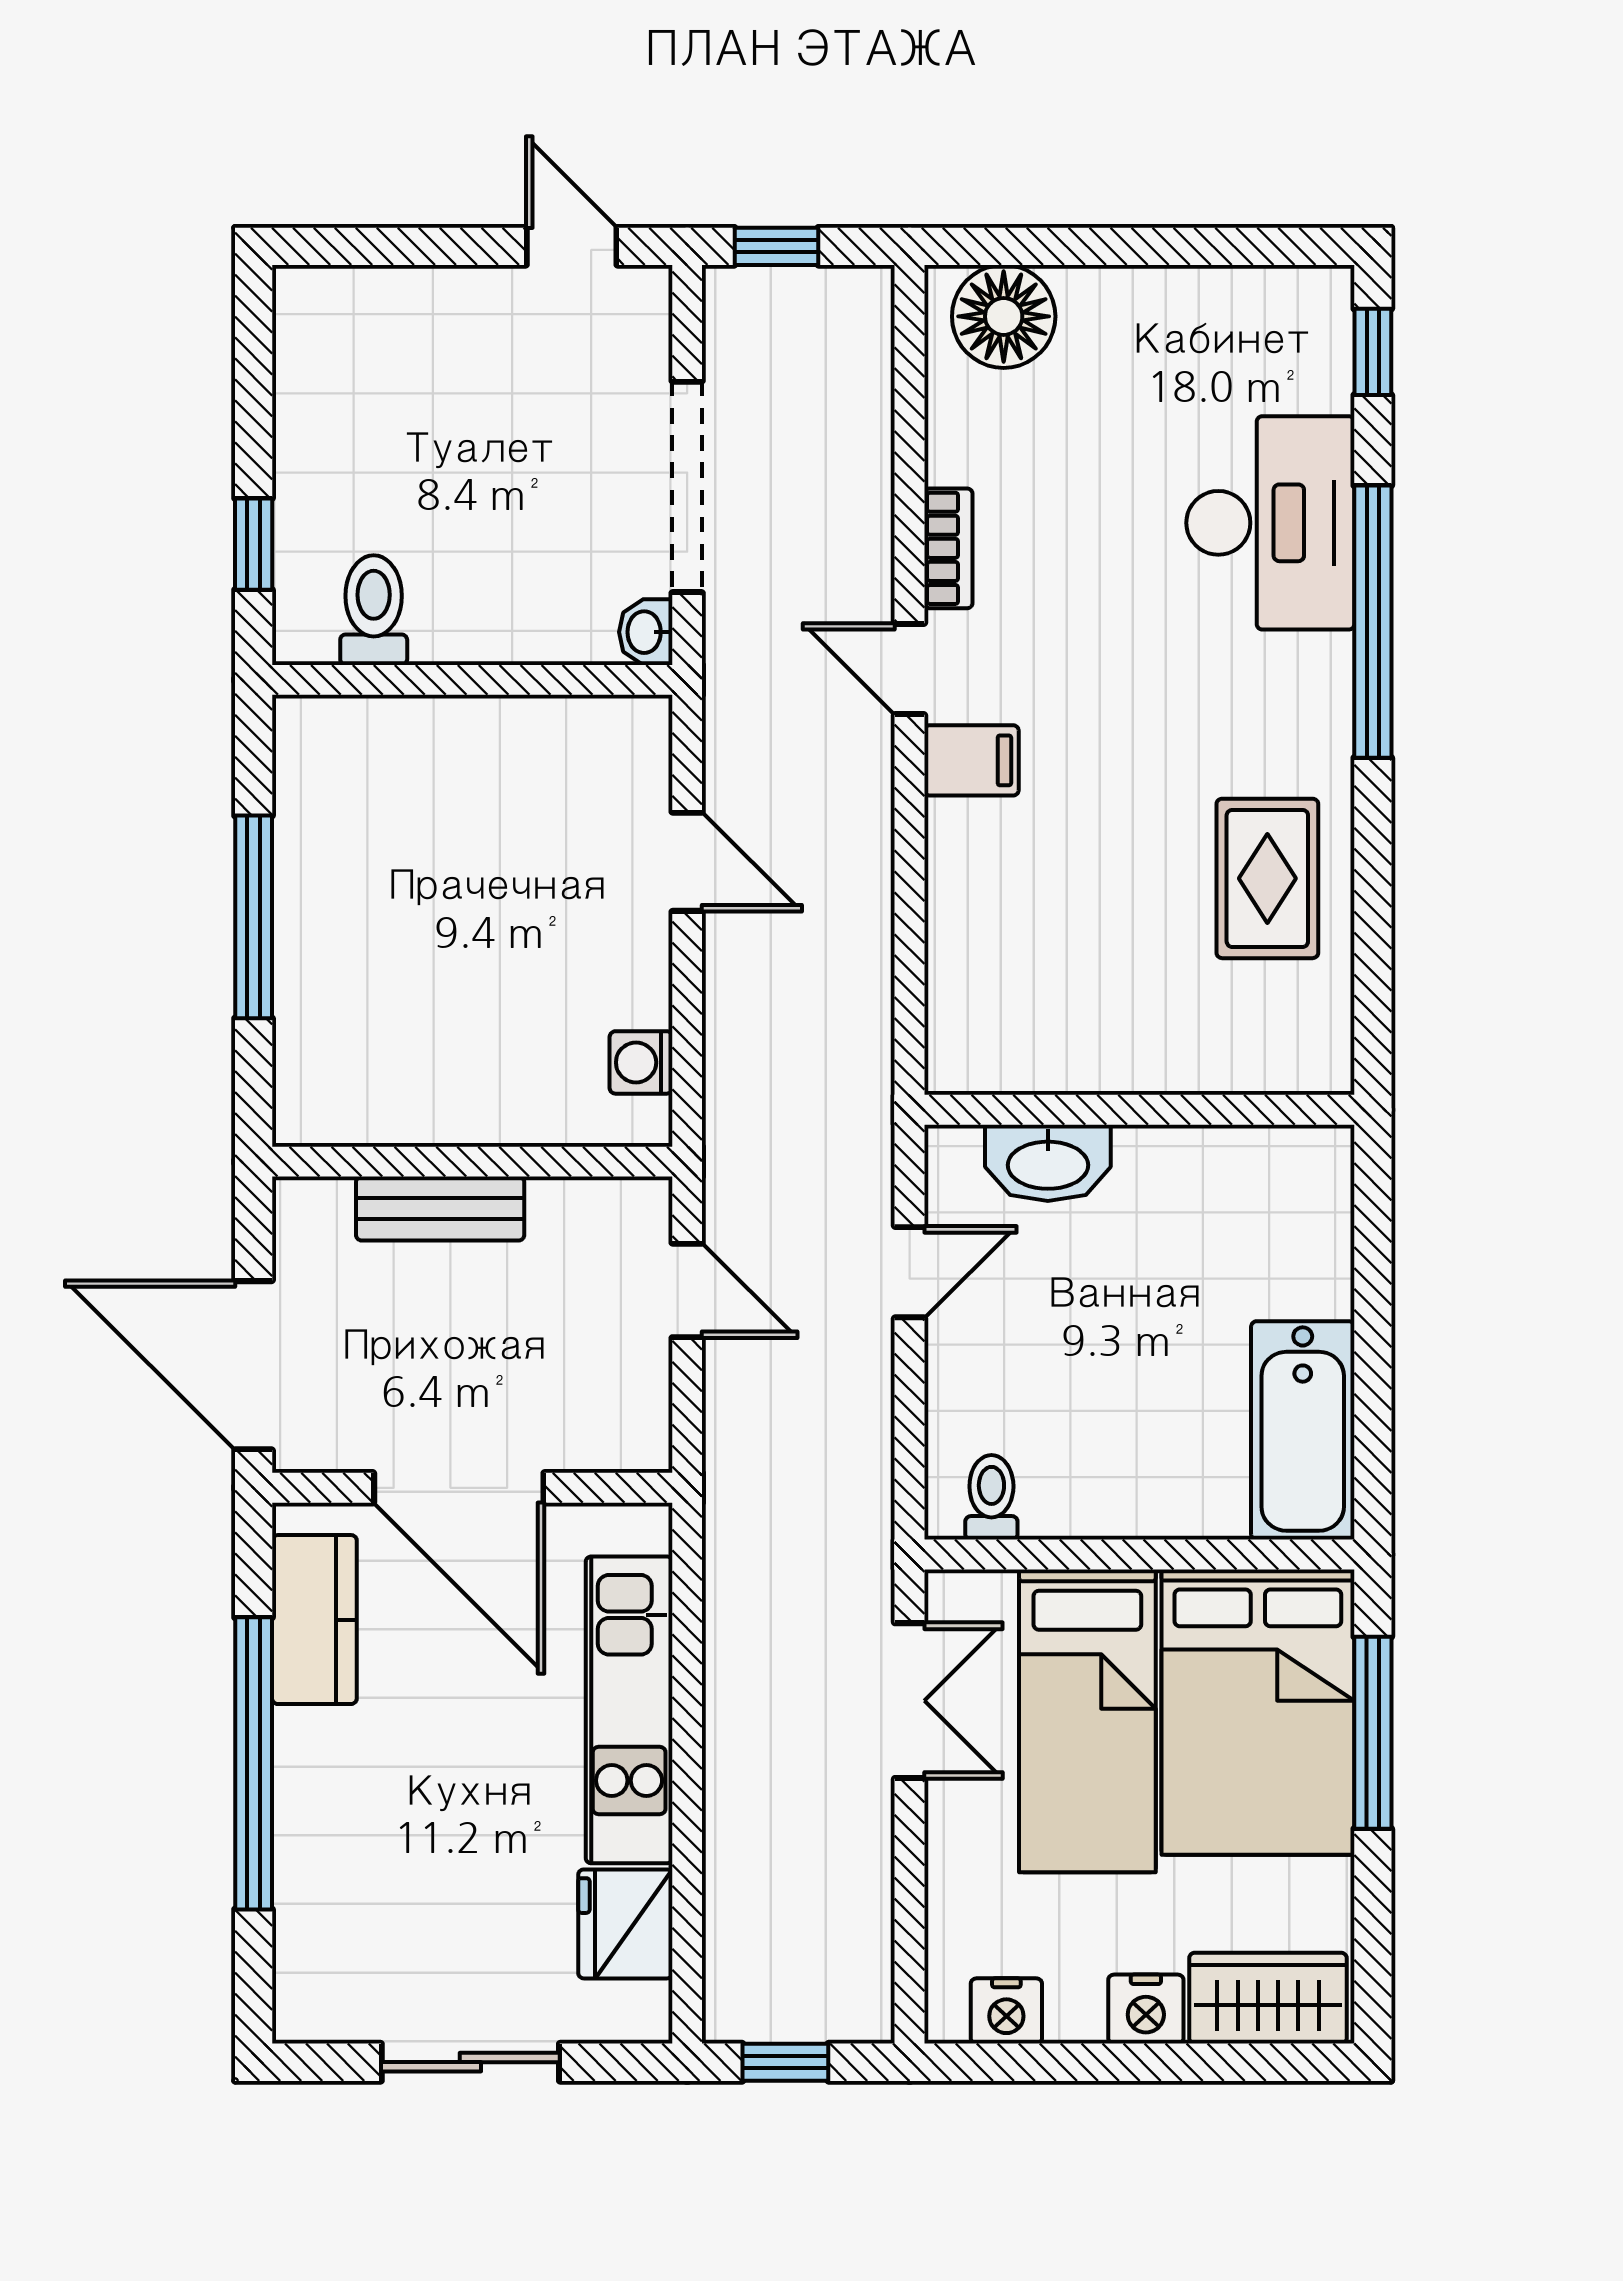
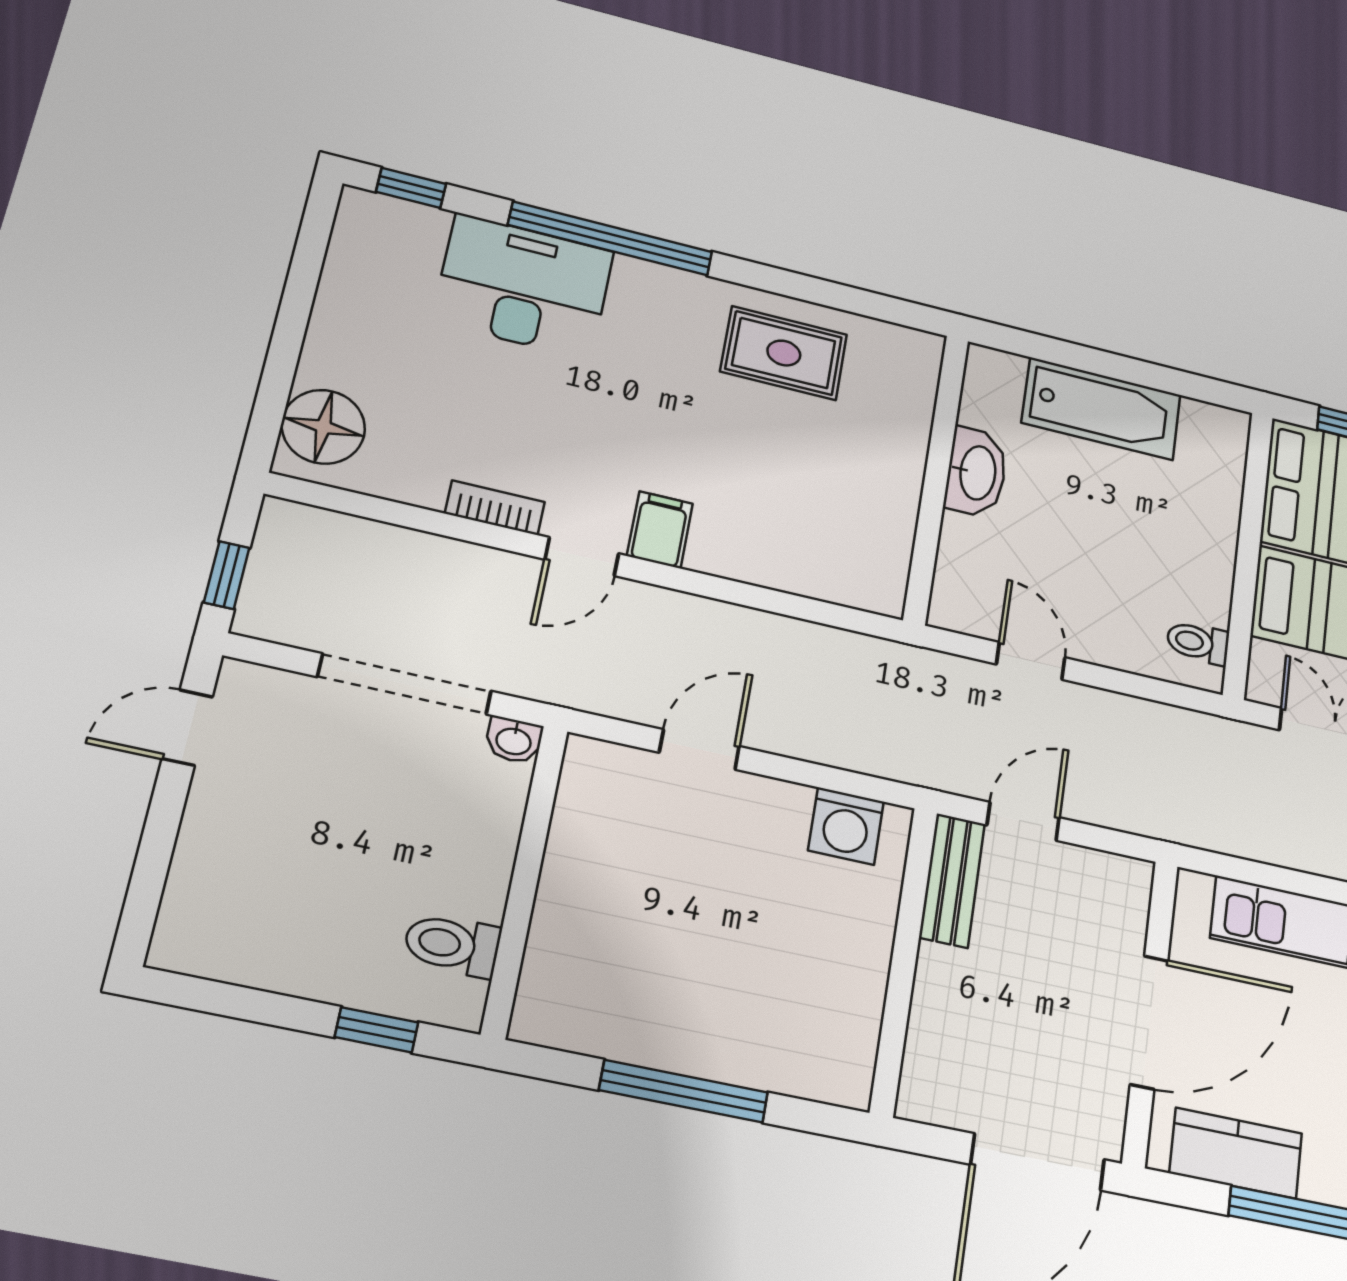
washing machine: (641, 1062) -> (846, 826), width x1.38, depth x1.38
washbasin: (1048, 1163) -> (976, 472), moved
bench: (440, 1209) -> (952, 880), moved
bathtub: (1303, 1430) -> (1101, 409), moved

